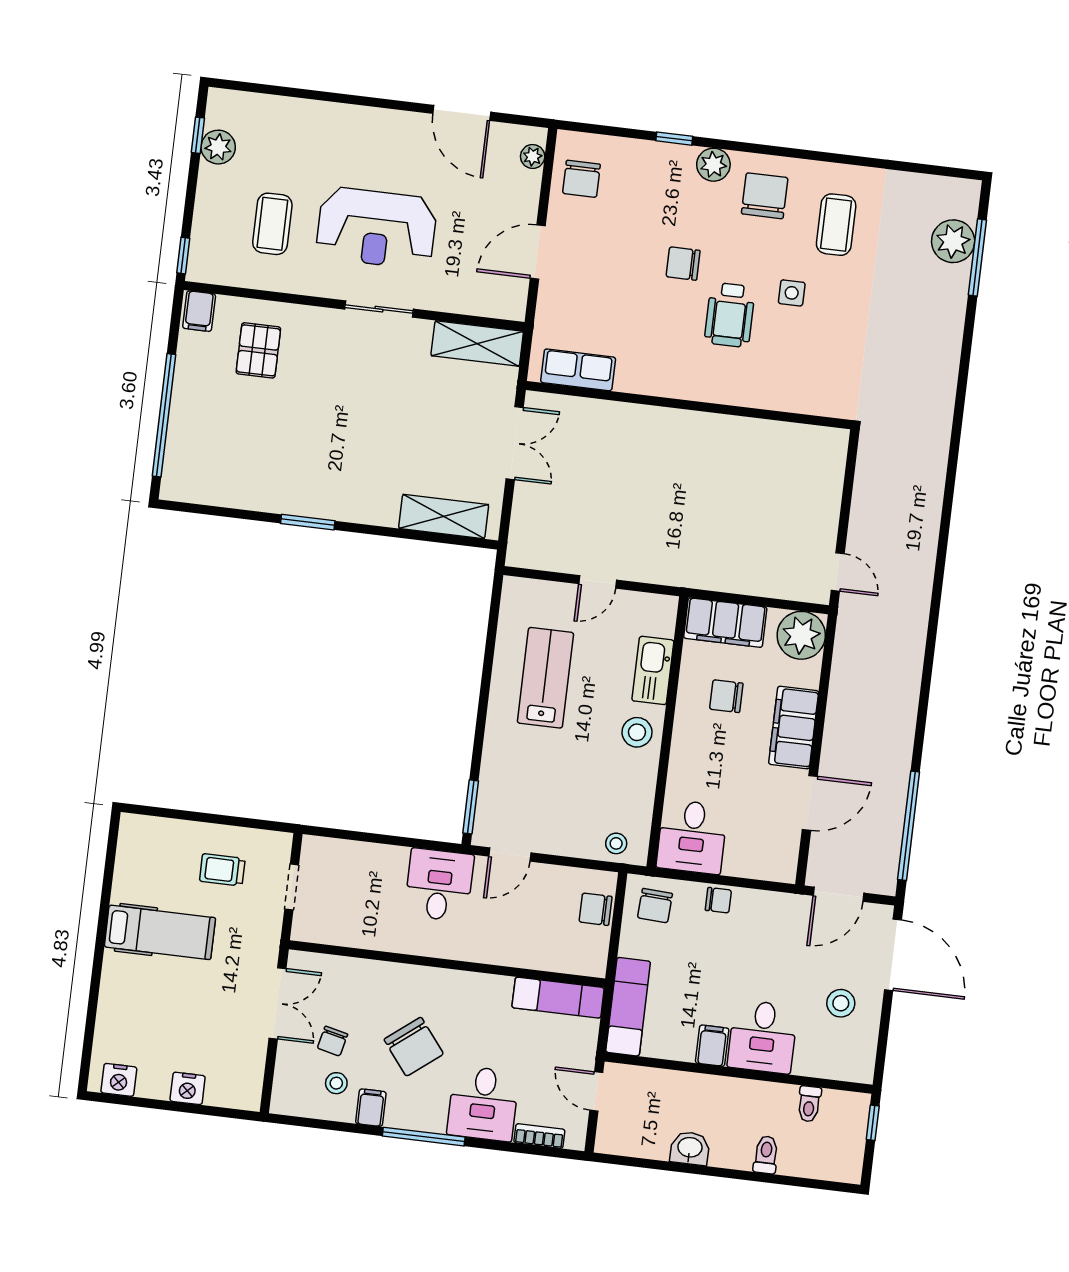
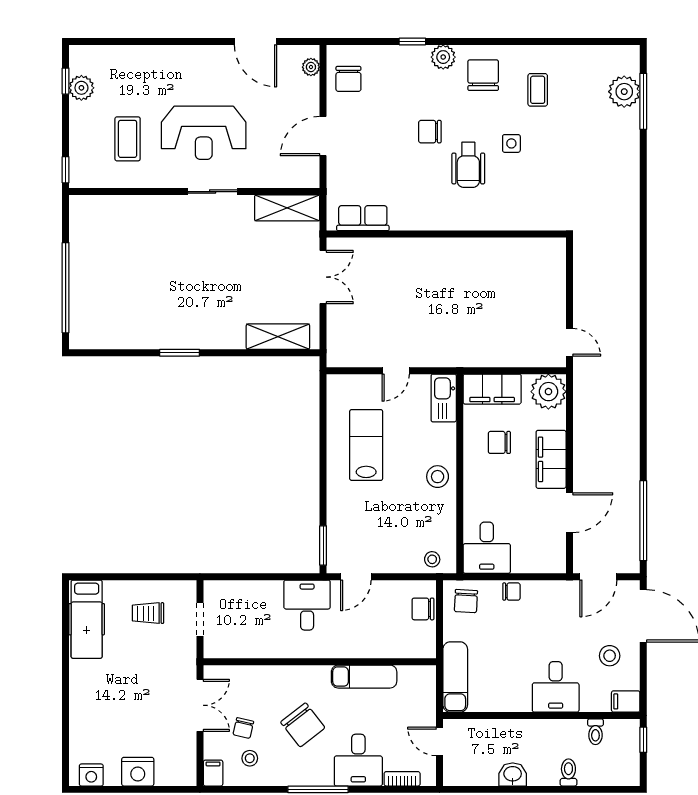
coffee table: (836, 225) -> (538, 90), width x0.73, depth x0.77
filing cabinet: (199, 311) -> (82, 209), removed
pallet: (258, 350) -> (129, 232), removed
kitchen sink: (653, 670) -> (444, 398), moved
hospital bed: (160, 932) -> (87, 619), moved, turned 90
exam couch: (558, 998) -> (364, 677), moved
filing cabinet: (712, 1046) -> (626, 701), moved, turned -90
nightstand: (188, 1088) -> (138, 772), width x1.36, depth x1.33
filing cabinet: (371, 1108) -> (213, 773), moved

